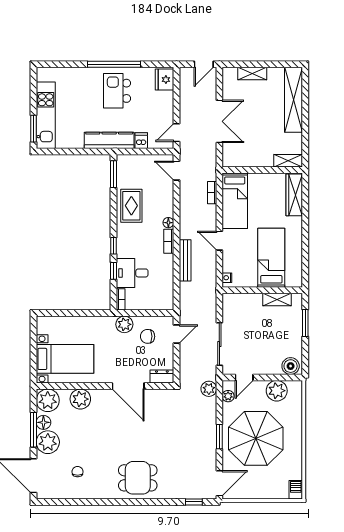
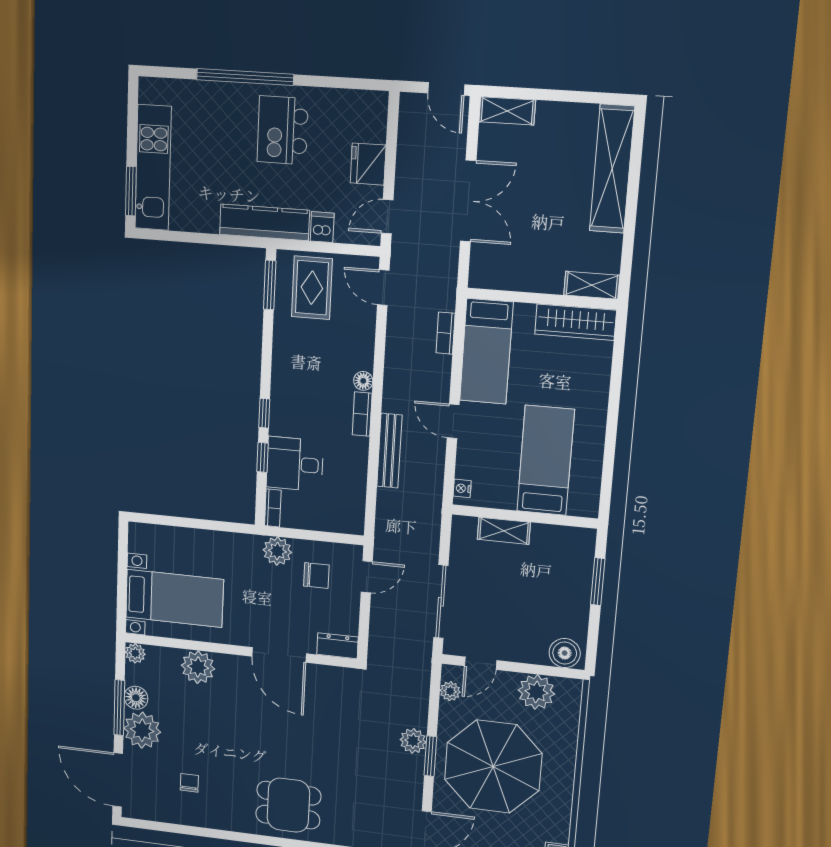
window: (114, 64) -> (245, 77), moved
door: (204, 64) -> (446, 89), hinge flipped
shelving: (252, 74) -> (507, 111), moved
fridge: (165, 80) -> (368, 164), moved
wardrobe: (294, 195) -> (576, 322), moved, turned -90
rug: (131, 206) -> (312, 288), moved
shelving: (277, 299) -> (504, 531), moved
chair: (148, 336) -> (316, 576), turned 180
plant: (209, 389) -> (413, 741), moved
plant: (48, 400) -> (135, 653), width x0.53, depth x0.53

